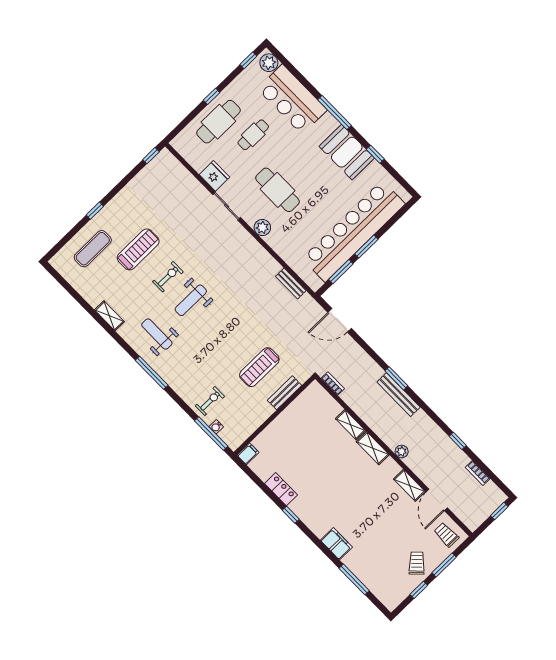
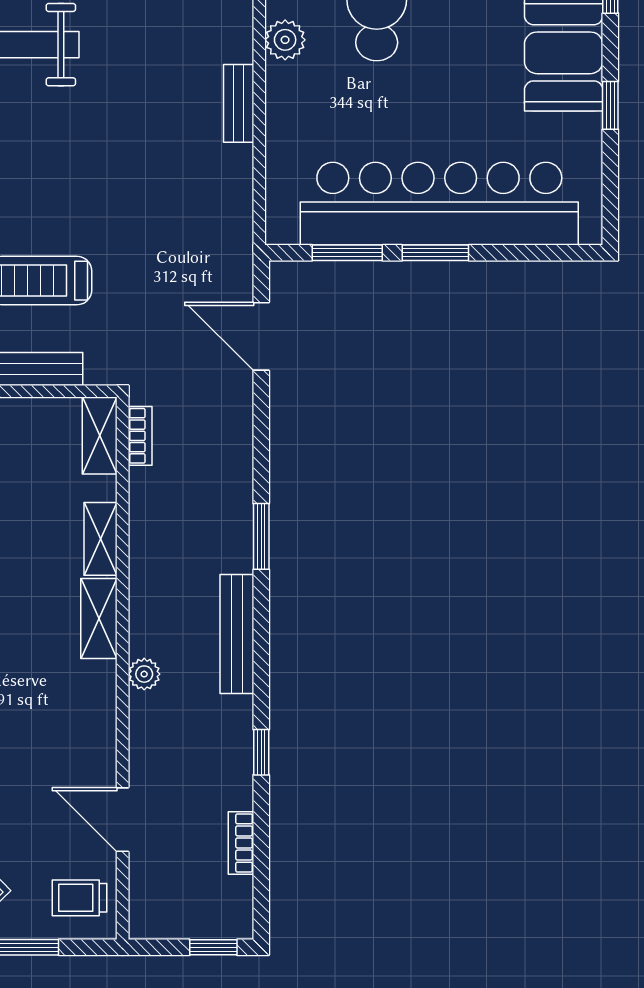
bench: (291, 284) -> (239, 103), moved
bench: (399, 395) -> (237, 634), moved
shelving: (409, 485) -> (100, 436), moved
door: (437, 500) -> (123, 820), hinge flipped
trolley: (446, 535) -> (80, 898), turned -90

